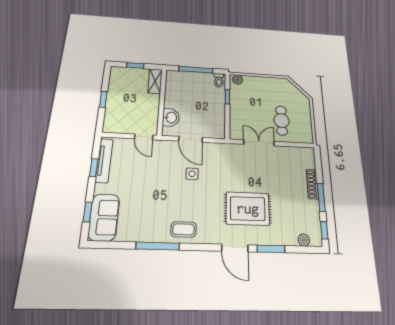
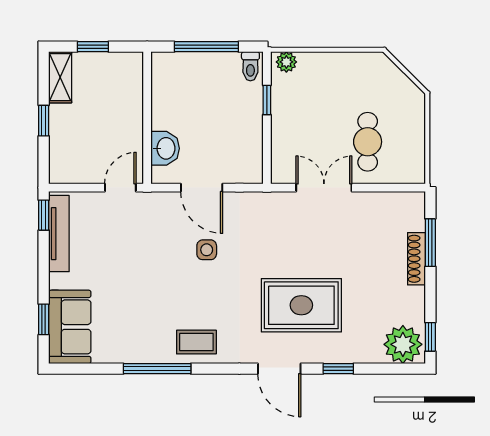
shelving: (155, 81) -> (60, 77), moved
door: (144, 137) -> (120, 188), swing flipped
window: (94, 168) -> (44, 215), moved
window: (321, 197) -> (430, 243), moved
plant: (304, 240) -> (403, 344), width x1.87, depth x1.87
window: (271, 249) -> (338, 369), width x0.67

